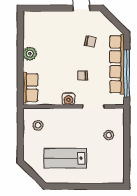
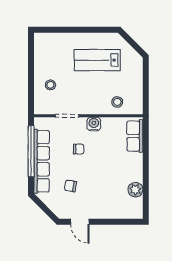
plant: (30, 54) -> (135, 190), moved
stool: (38, 125) -> (117, 102), moved
lab bench: (65, 158) -> (97, 60), turned 180

